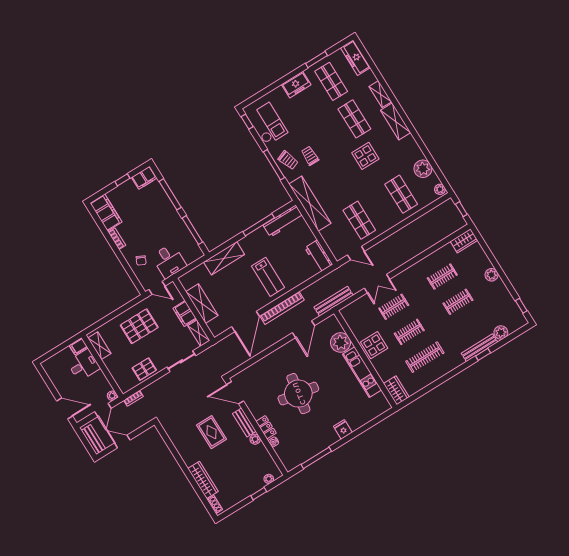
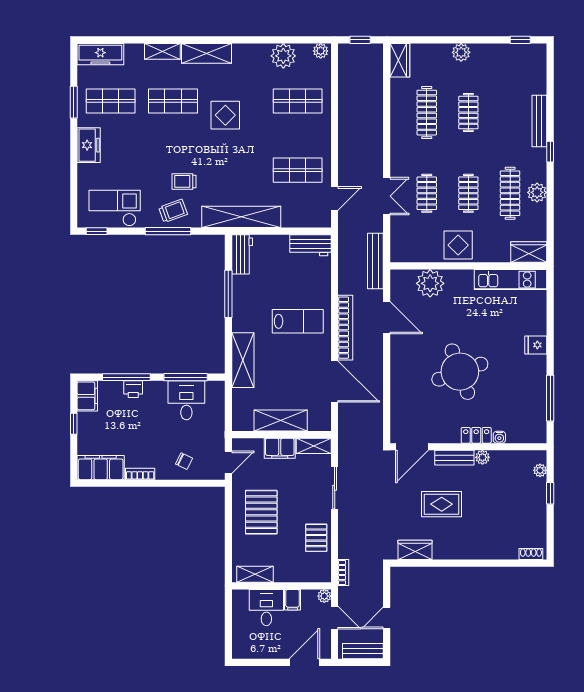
printer: (166, 203) -> (133, 389), added
workbench: (283, 221) -> (242, 254), width x0.73
desk: (169, 261) -> (186, 400), moved, turned -90
clothes rail: (442, 277) -> (427, 113), width x1.36
plant: (501, 332) -> (537, 192), moved
filing cabinet: (78, 346) -> (293, 600), moved
window: (483, 354) -> (550, 152), moved
kitchen unit: (362, 372) -> (511, 280), moved
round table: (298, 394) -> (460, 372), turned -30
wardrobe: (203, 480) -> (415, 550), moved, width x0.67

